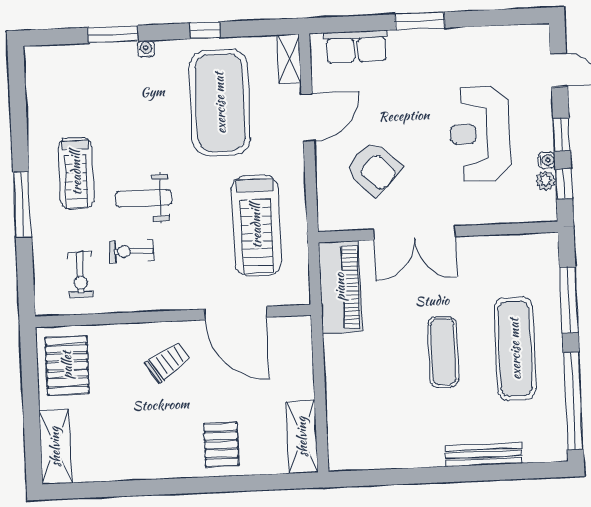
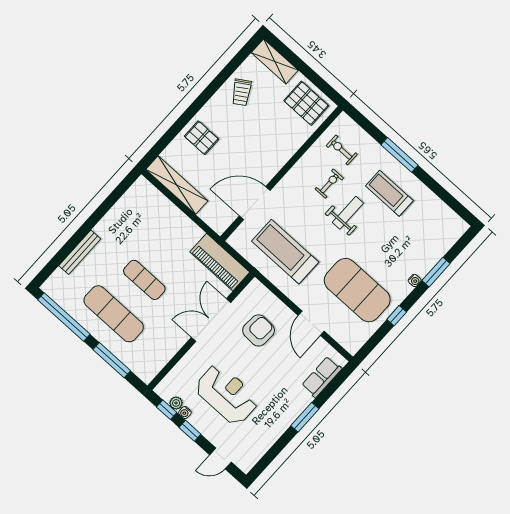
shelving: (289, 59) -> (346, 341), removed
armchair: (374, 168) -> (259, 330), turned 139
trolley: (168, 362) -> (242, 92), moved
shelving: (302, 437) -> (177, 185), width x1.47

